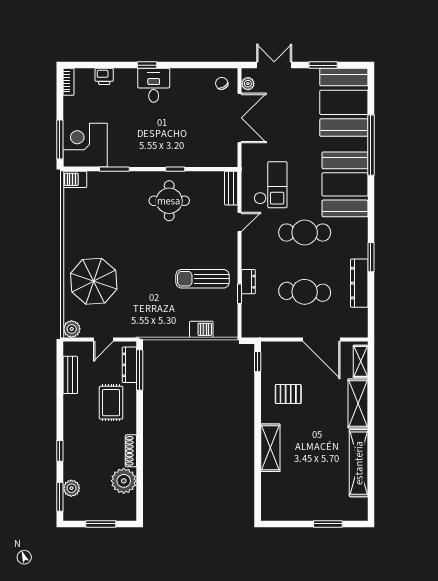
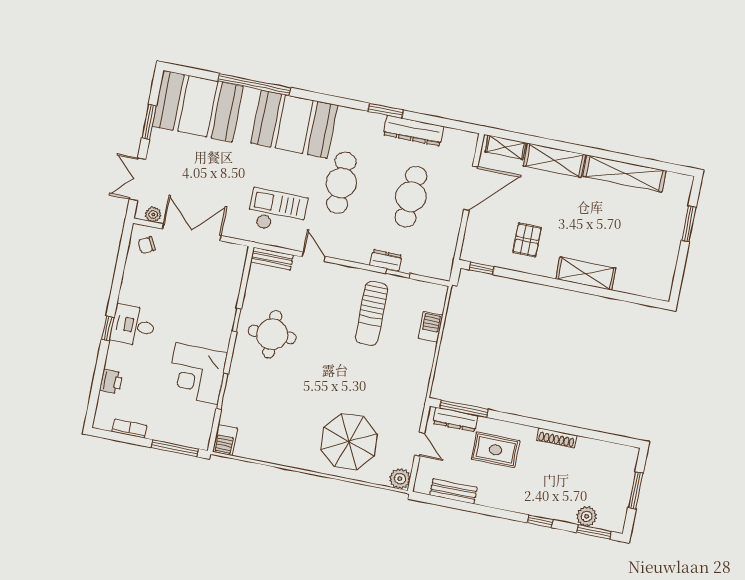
bookcase: (69, 82) -> (129, 429), moved
corner desk: (85, 145) -> (197, 374), moved
plant: (124, 481) -> (590, 453), removed

